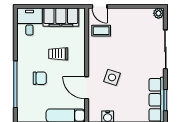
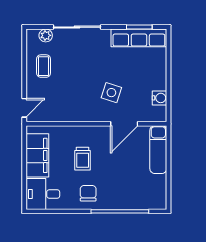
plant: (158, 13) -> (46, 35), moved
coffee table: (101, 31) -> (44, 66), moved
chair: (40, 78) -> (88, 193), moved

